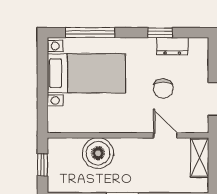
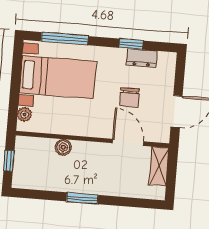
plant: (55, 115) -> (25, 114), added
door: (165, 135) -> (128, 142), width x1.37
boiler: (98, 153) -> (63, 147), width x0.54, depth x0.54

